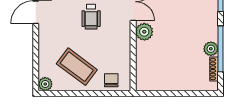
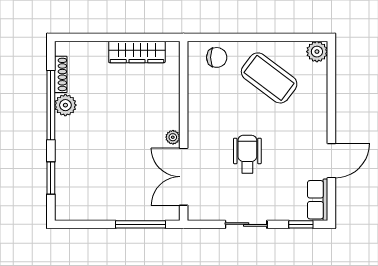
plant: (144, 32) -> (173, 137), width x0.53, depth x0.53
chair: (111, 80) -> (217, 57), turned -90
wardrobe: (164, 84) -> (137, 52), added

